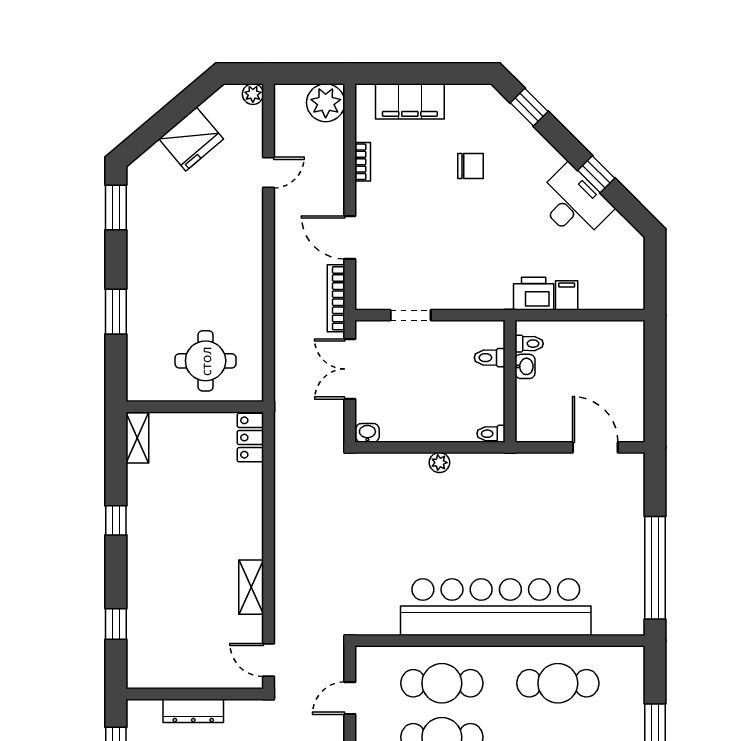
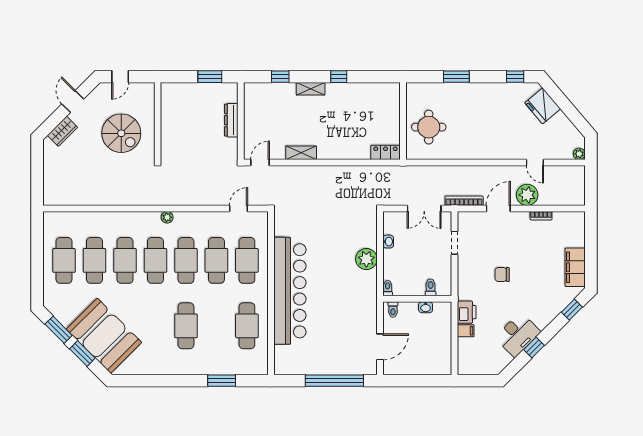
filing cabinet: (410, 101) -> (575, 267), moved
plant: (326, 103) -> (527, 195), moved
fridge: (191, 139) -> (543, 106), moved
chair: (470, 166) -> (502, 274), moved, turned 90
window: (116, 208) -> (515, 77), width x0.67
toilet: (529, 344) -> (393, 310), moved
double door: (350, 369) -> (424, 208), swing flipped
washbasin: (367, 433) -> (388, 242), moved
shelving: (137, 438) -> (311, 89), moved
plant: (439, 463) -> (366, 259), width x1.88, depth x1.88
window: (655, 568) -> (334, 381), moved
door: (350, 698) -> (239, 208), hinge flipped

